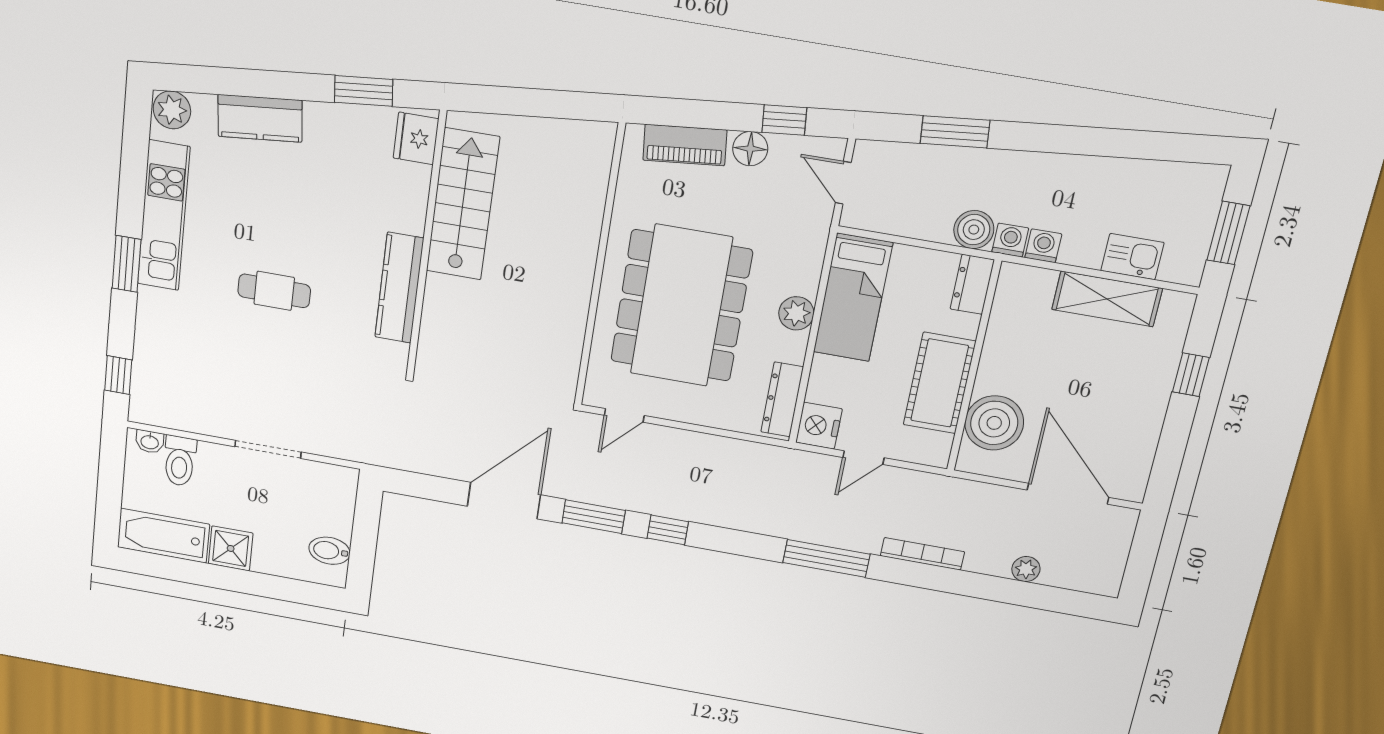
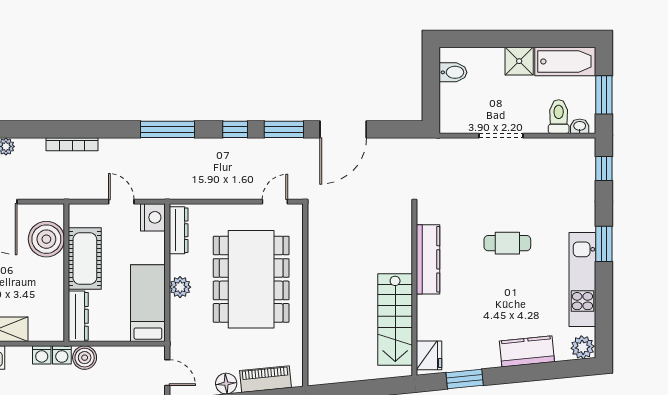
dresser: (972, 284) -> (78, 316), width x1.44
door: (864, 458) -> (121, 202), hinge flipped
window: (110, 479) -> (604, 95), added
window: (826, 558) -> (167, 129), moved

